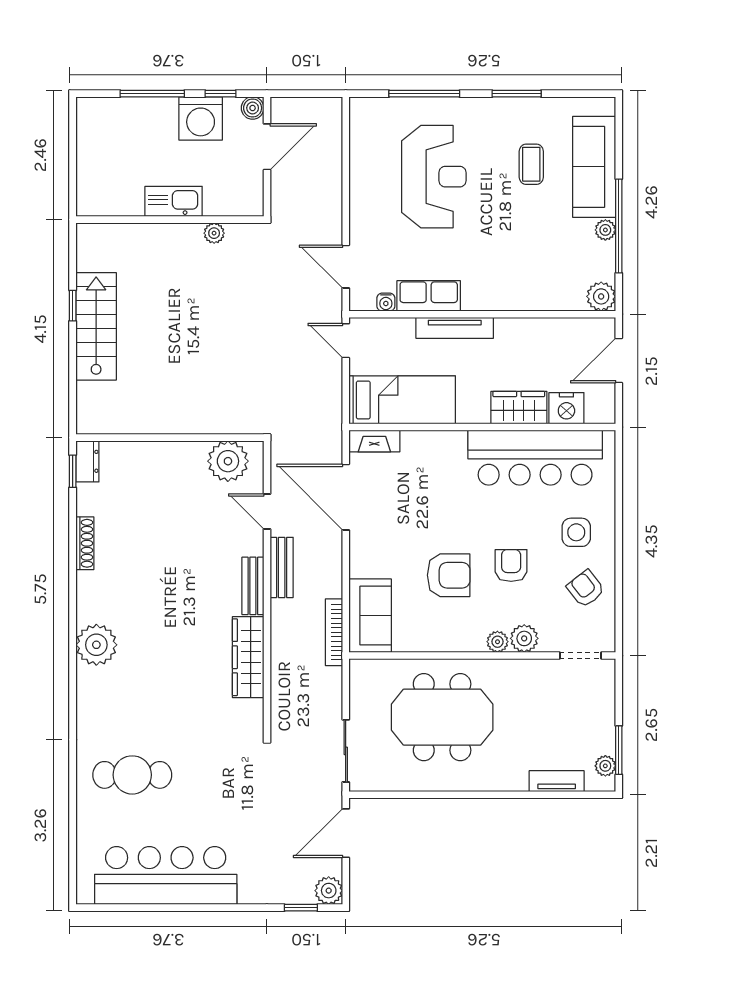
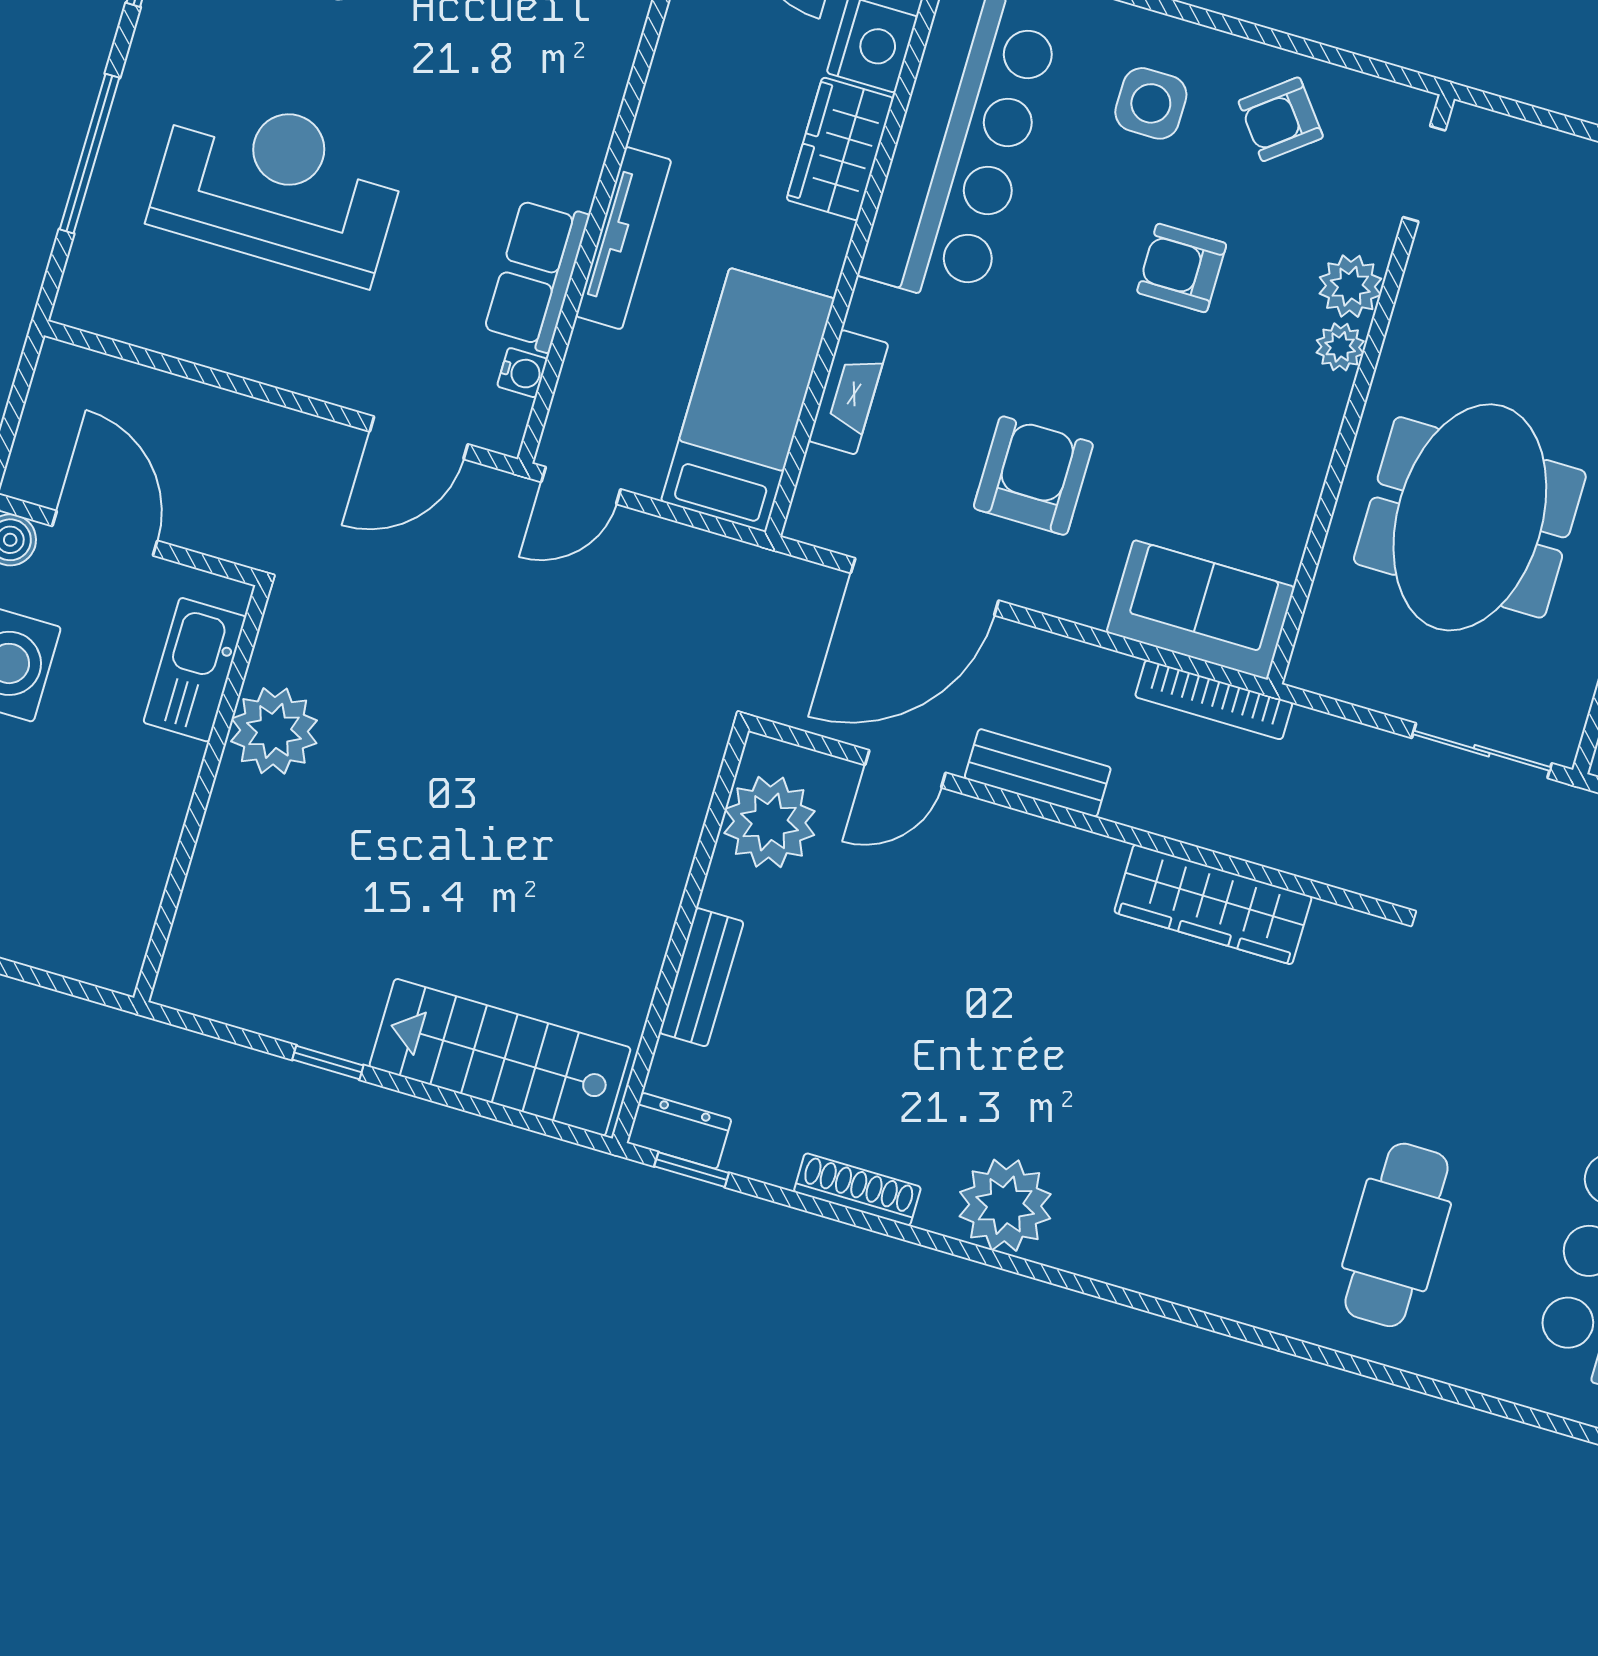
kitchen sink: (174, 201) -> (195, 670), moved
plant: (214, 233) -> (274, 731), width x1.87, depth x1.87
stairs: (96, 326) -> (500, 1057), moved
fireplace: (374, 441) -> (848, 392), moved
armchair: (449, 575) -> (1033, 476), moved
bench: (253, 586) -> (701, 977), moved, turned 90
plant: (96, 645) -> (1005, 1205), moved

